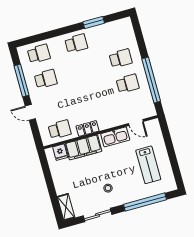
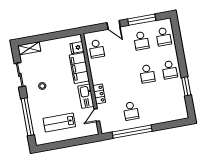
school desk: (121, 58) -> (147, 74), moved
door: (30, 112) -> (114, 25), swing flipped
locker: (88, 129) -> (99, 94), moved

